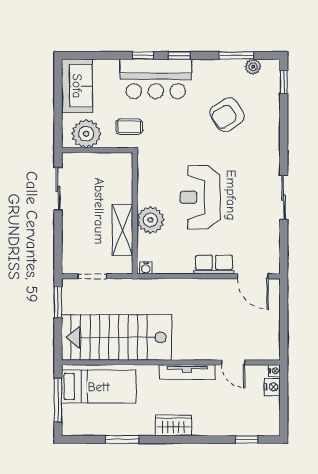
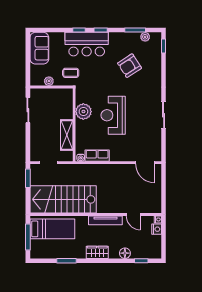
plant: (86, 134) -> (49, 81), width x0.53, depth x0.53
plant: (150, 220) -> (83, 112), moved
row of seats: (214, 265) -> (97, 156), moved
floor lamp: (219, 427) -> (125, 253), added

